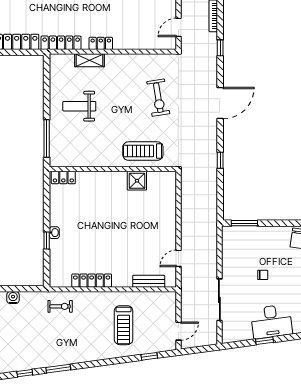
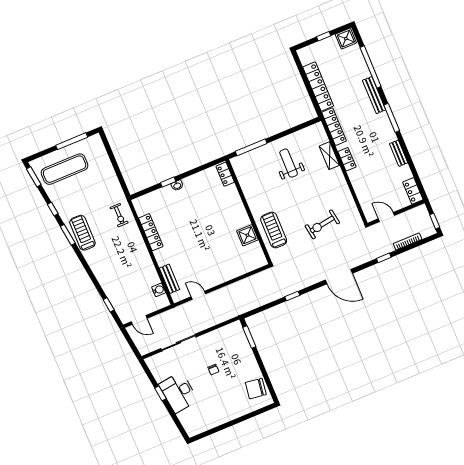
water cooler: (13, 298) -> (159, 290), moved
treadmill: (124, 325) -> (82, 233), moved, turned 90

